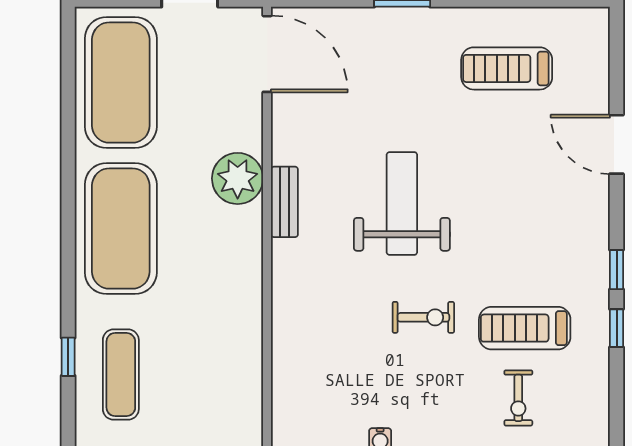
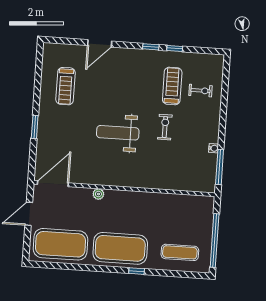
plant: (238, 178) -> (98, 194), width x0.53, depth x0.53
bench: (284, 202) -> (114, 181), removed
treadmill: (525, 328) -> (172, 86), turned 180
window: (68, 357) -> (137, 271), moved

